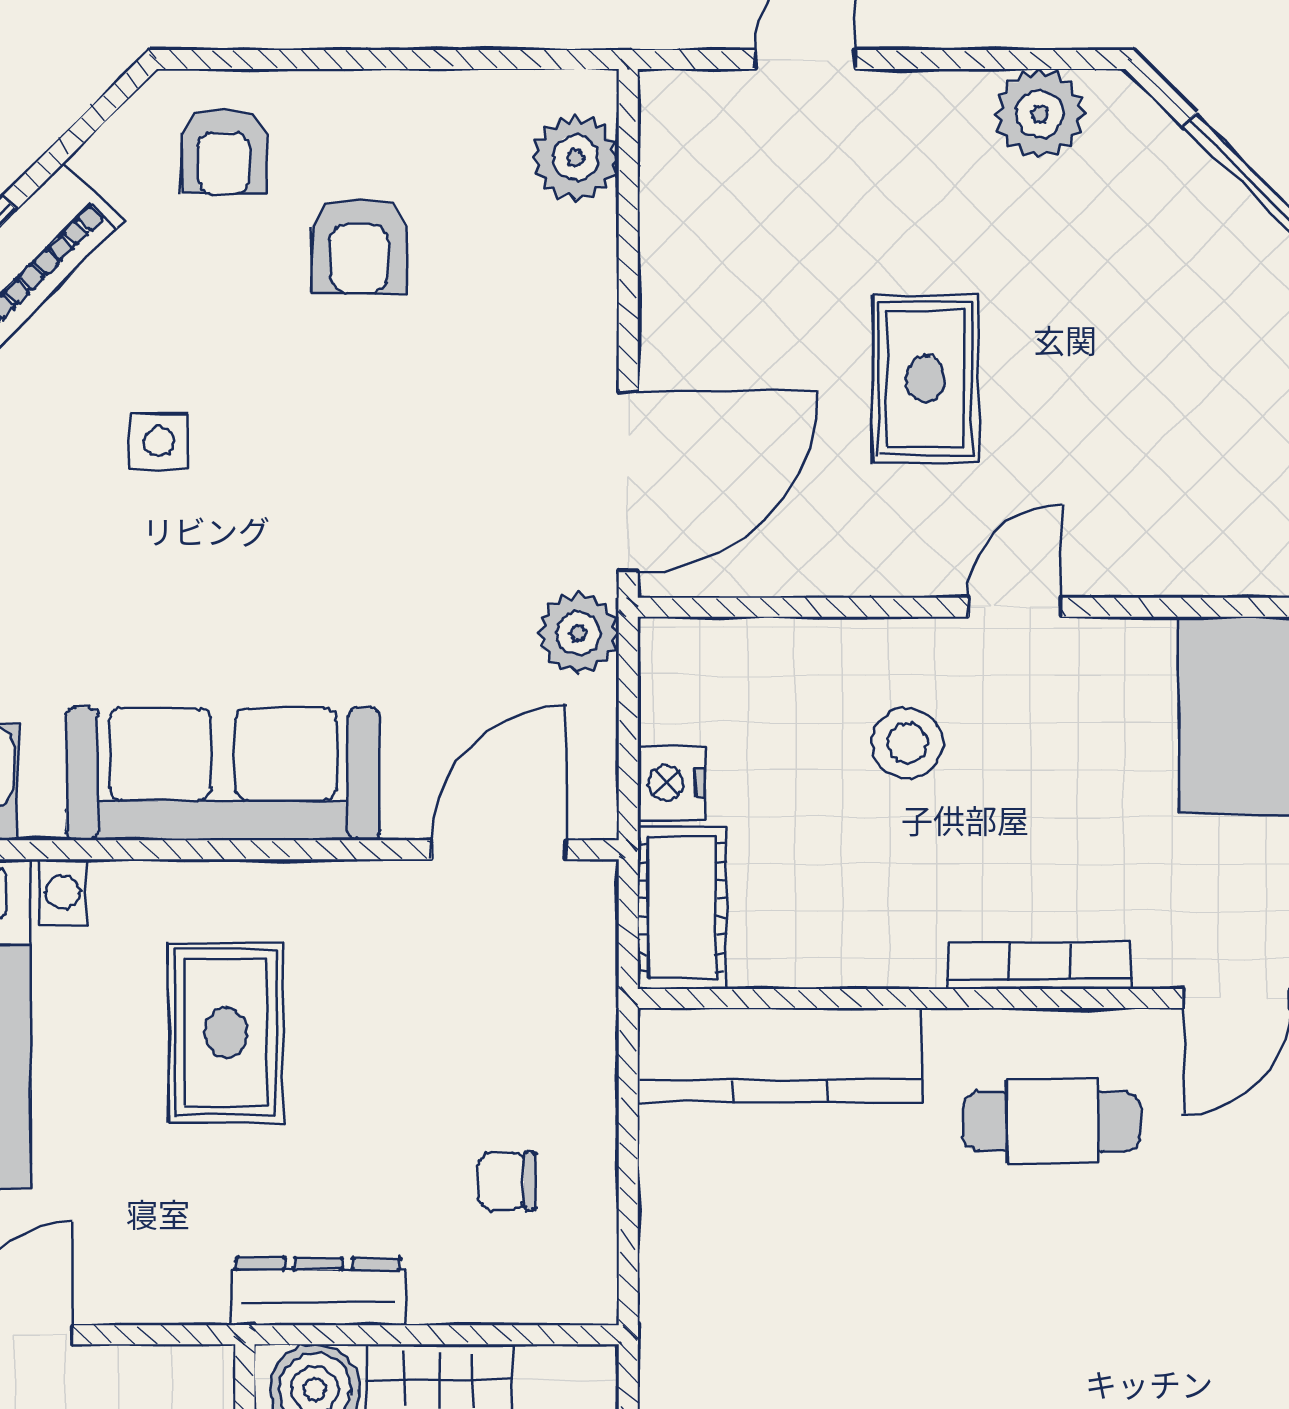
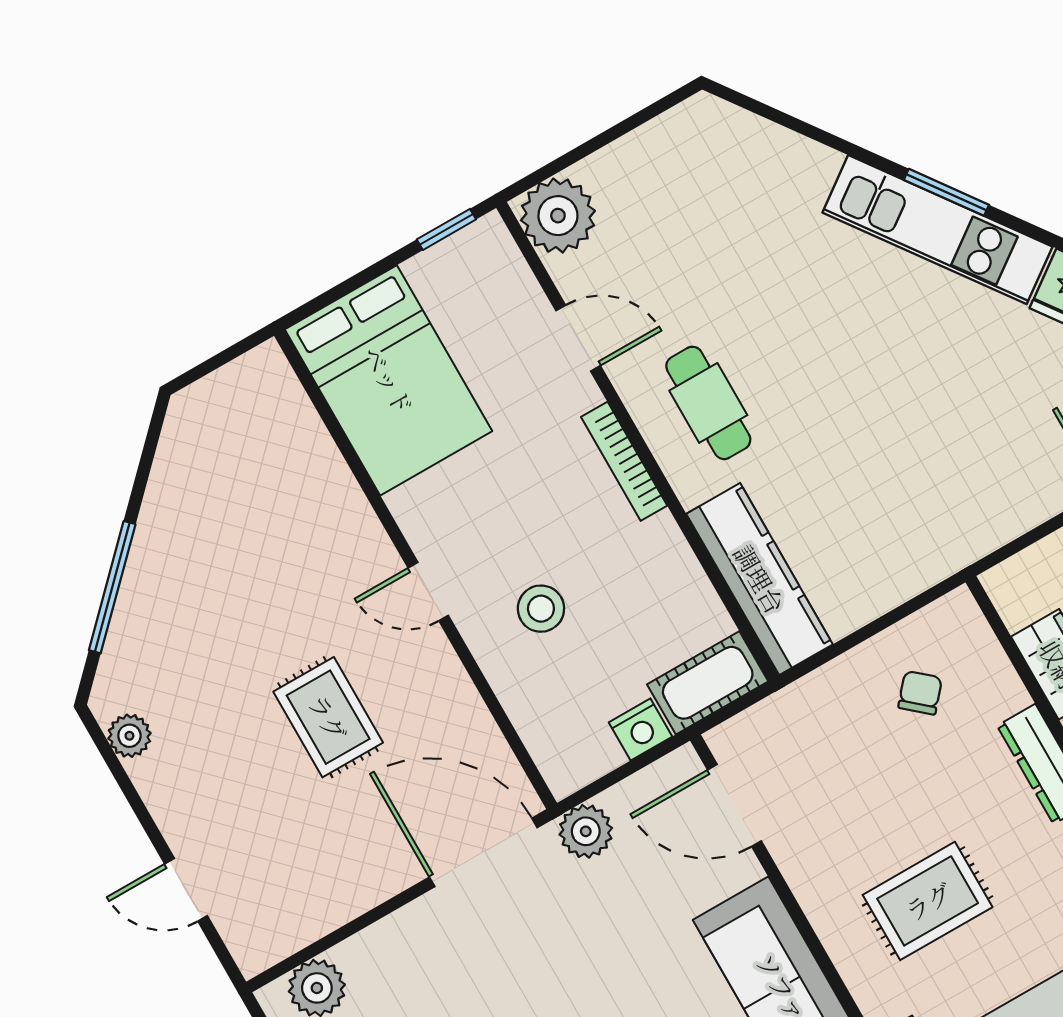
plant: (1040, 114) -> (129, 736), width x0.73, depth x0.73
rug: (925, 379) -> (328, 717), turned 90
chair: (507, 1181) -> (920, 693), turned -139

